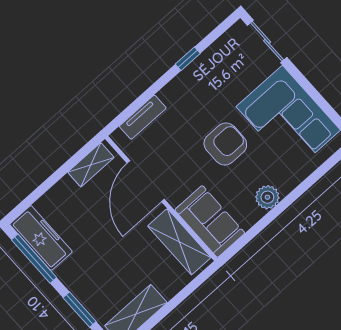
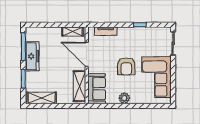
armchair: (225, 144) -> (126, 66), turned 90
door: (146, 181) -> (87, 54), hinge flipped
freezer: (41, 238) -> (32, 56), moved

